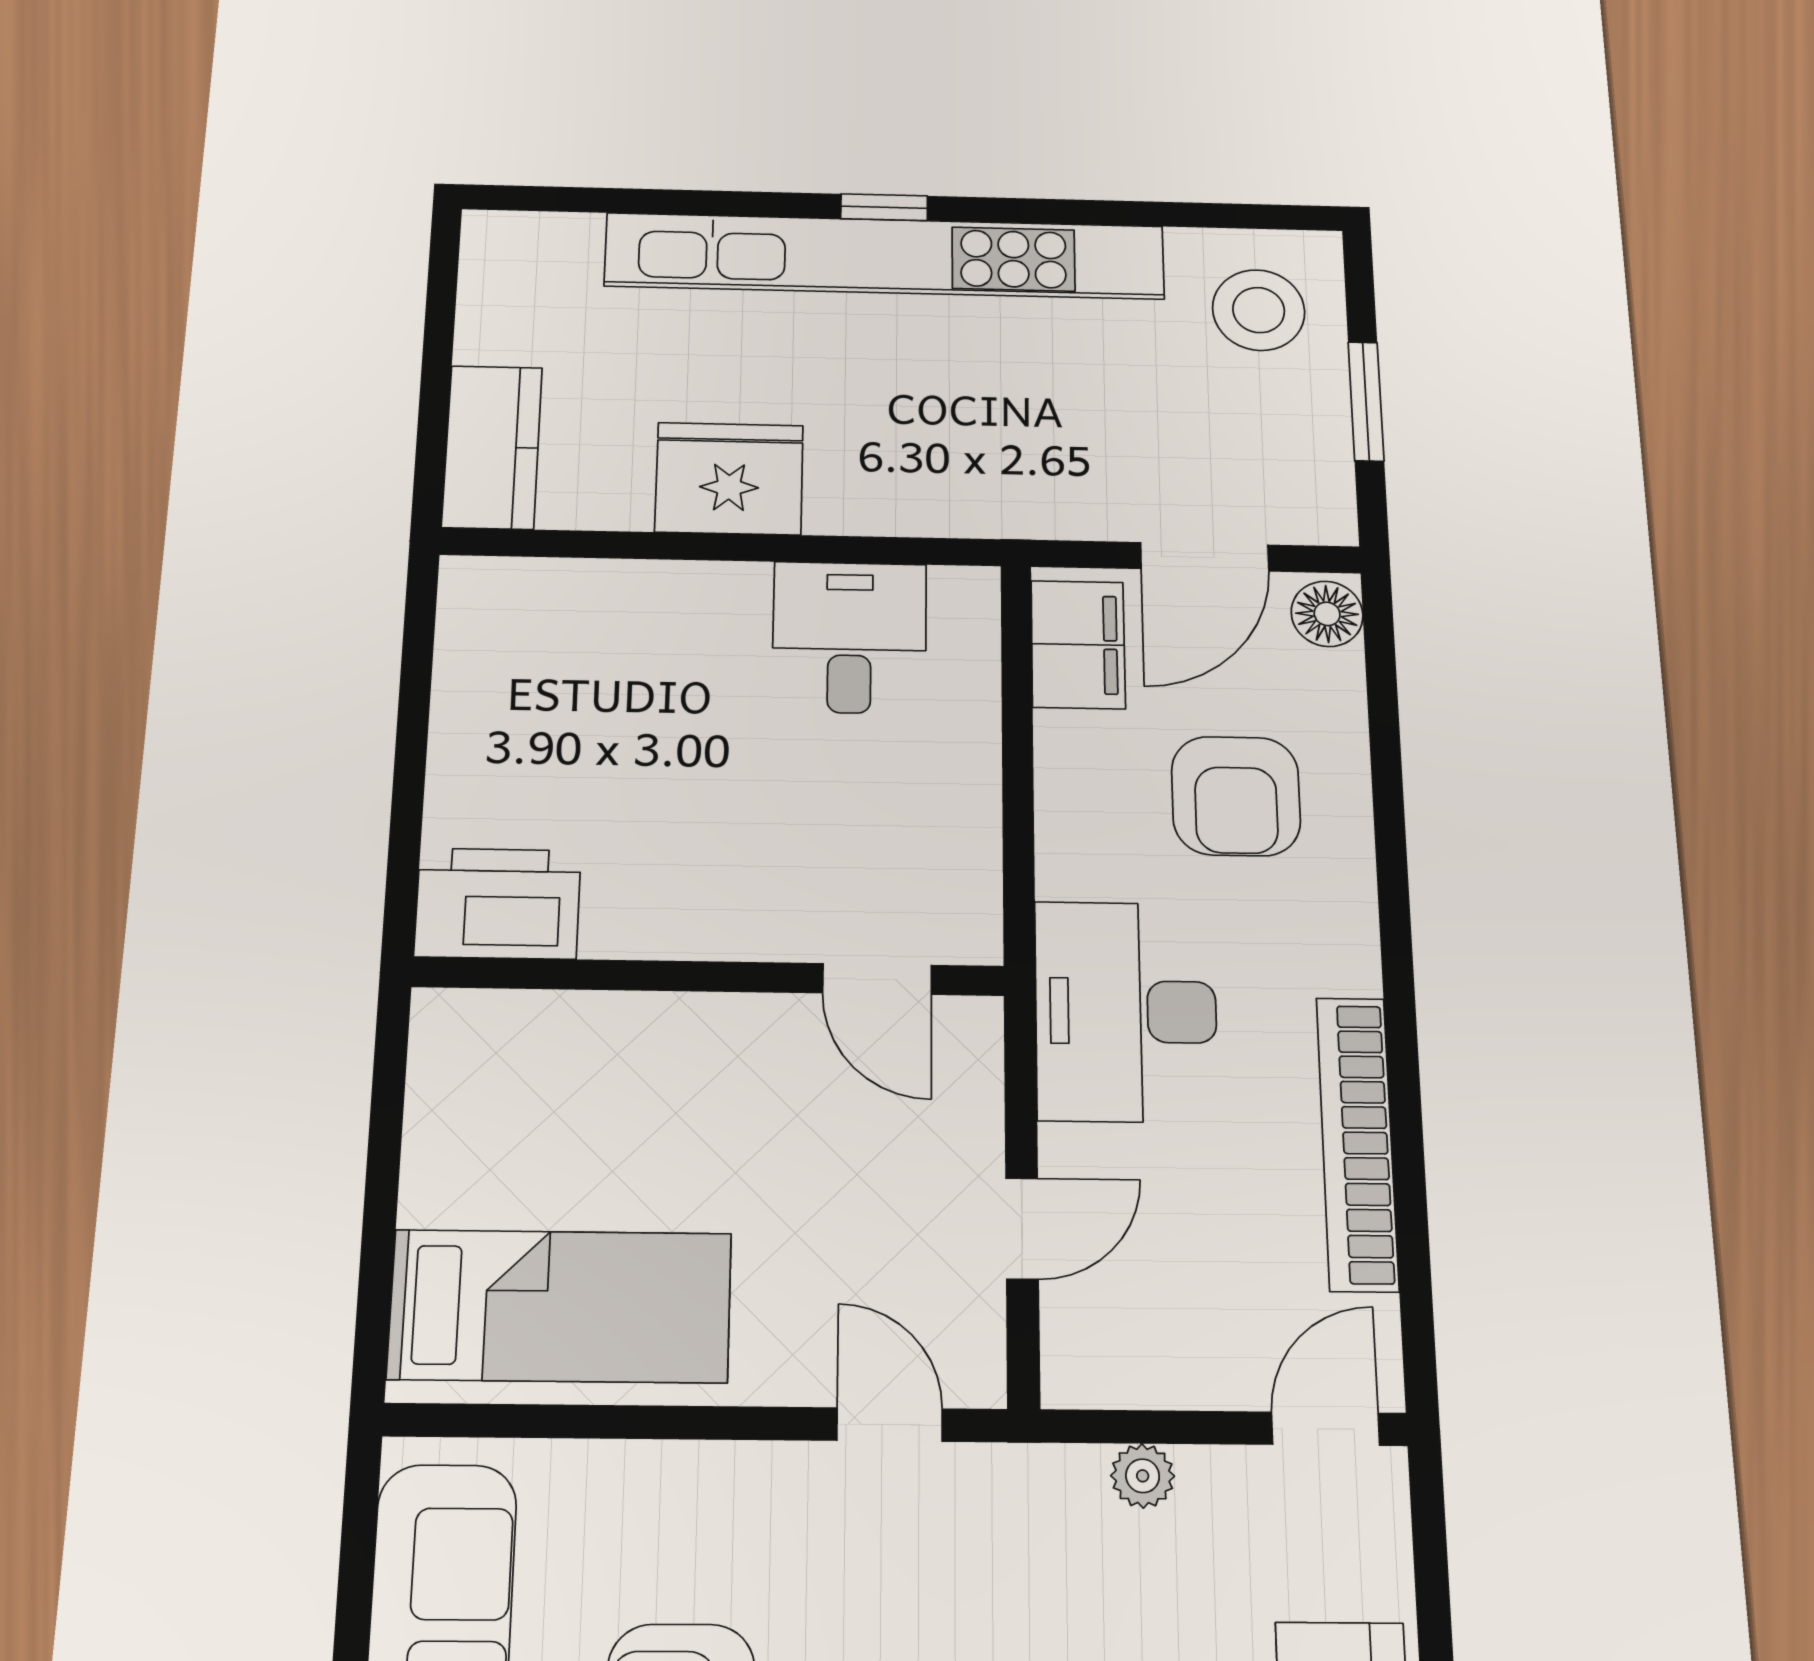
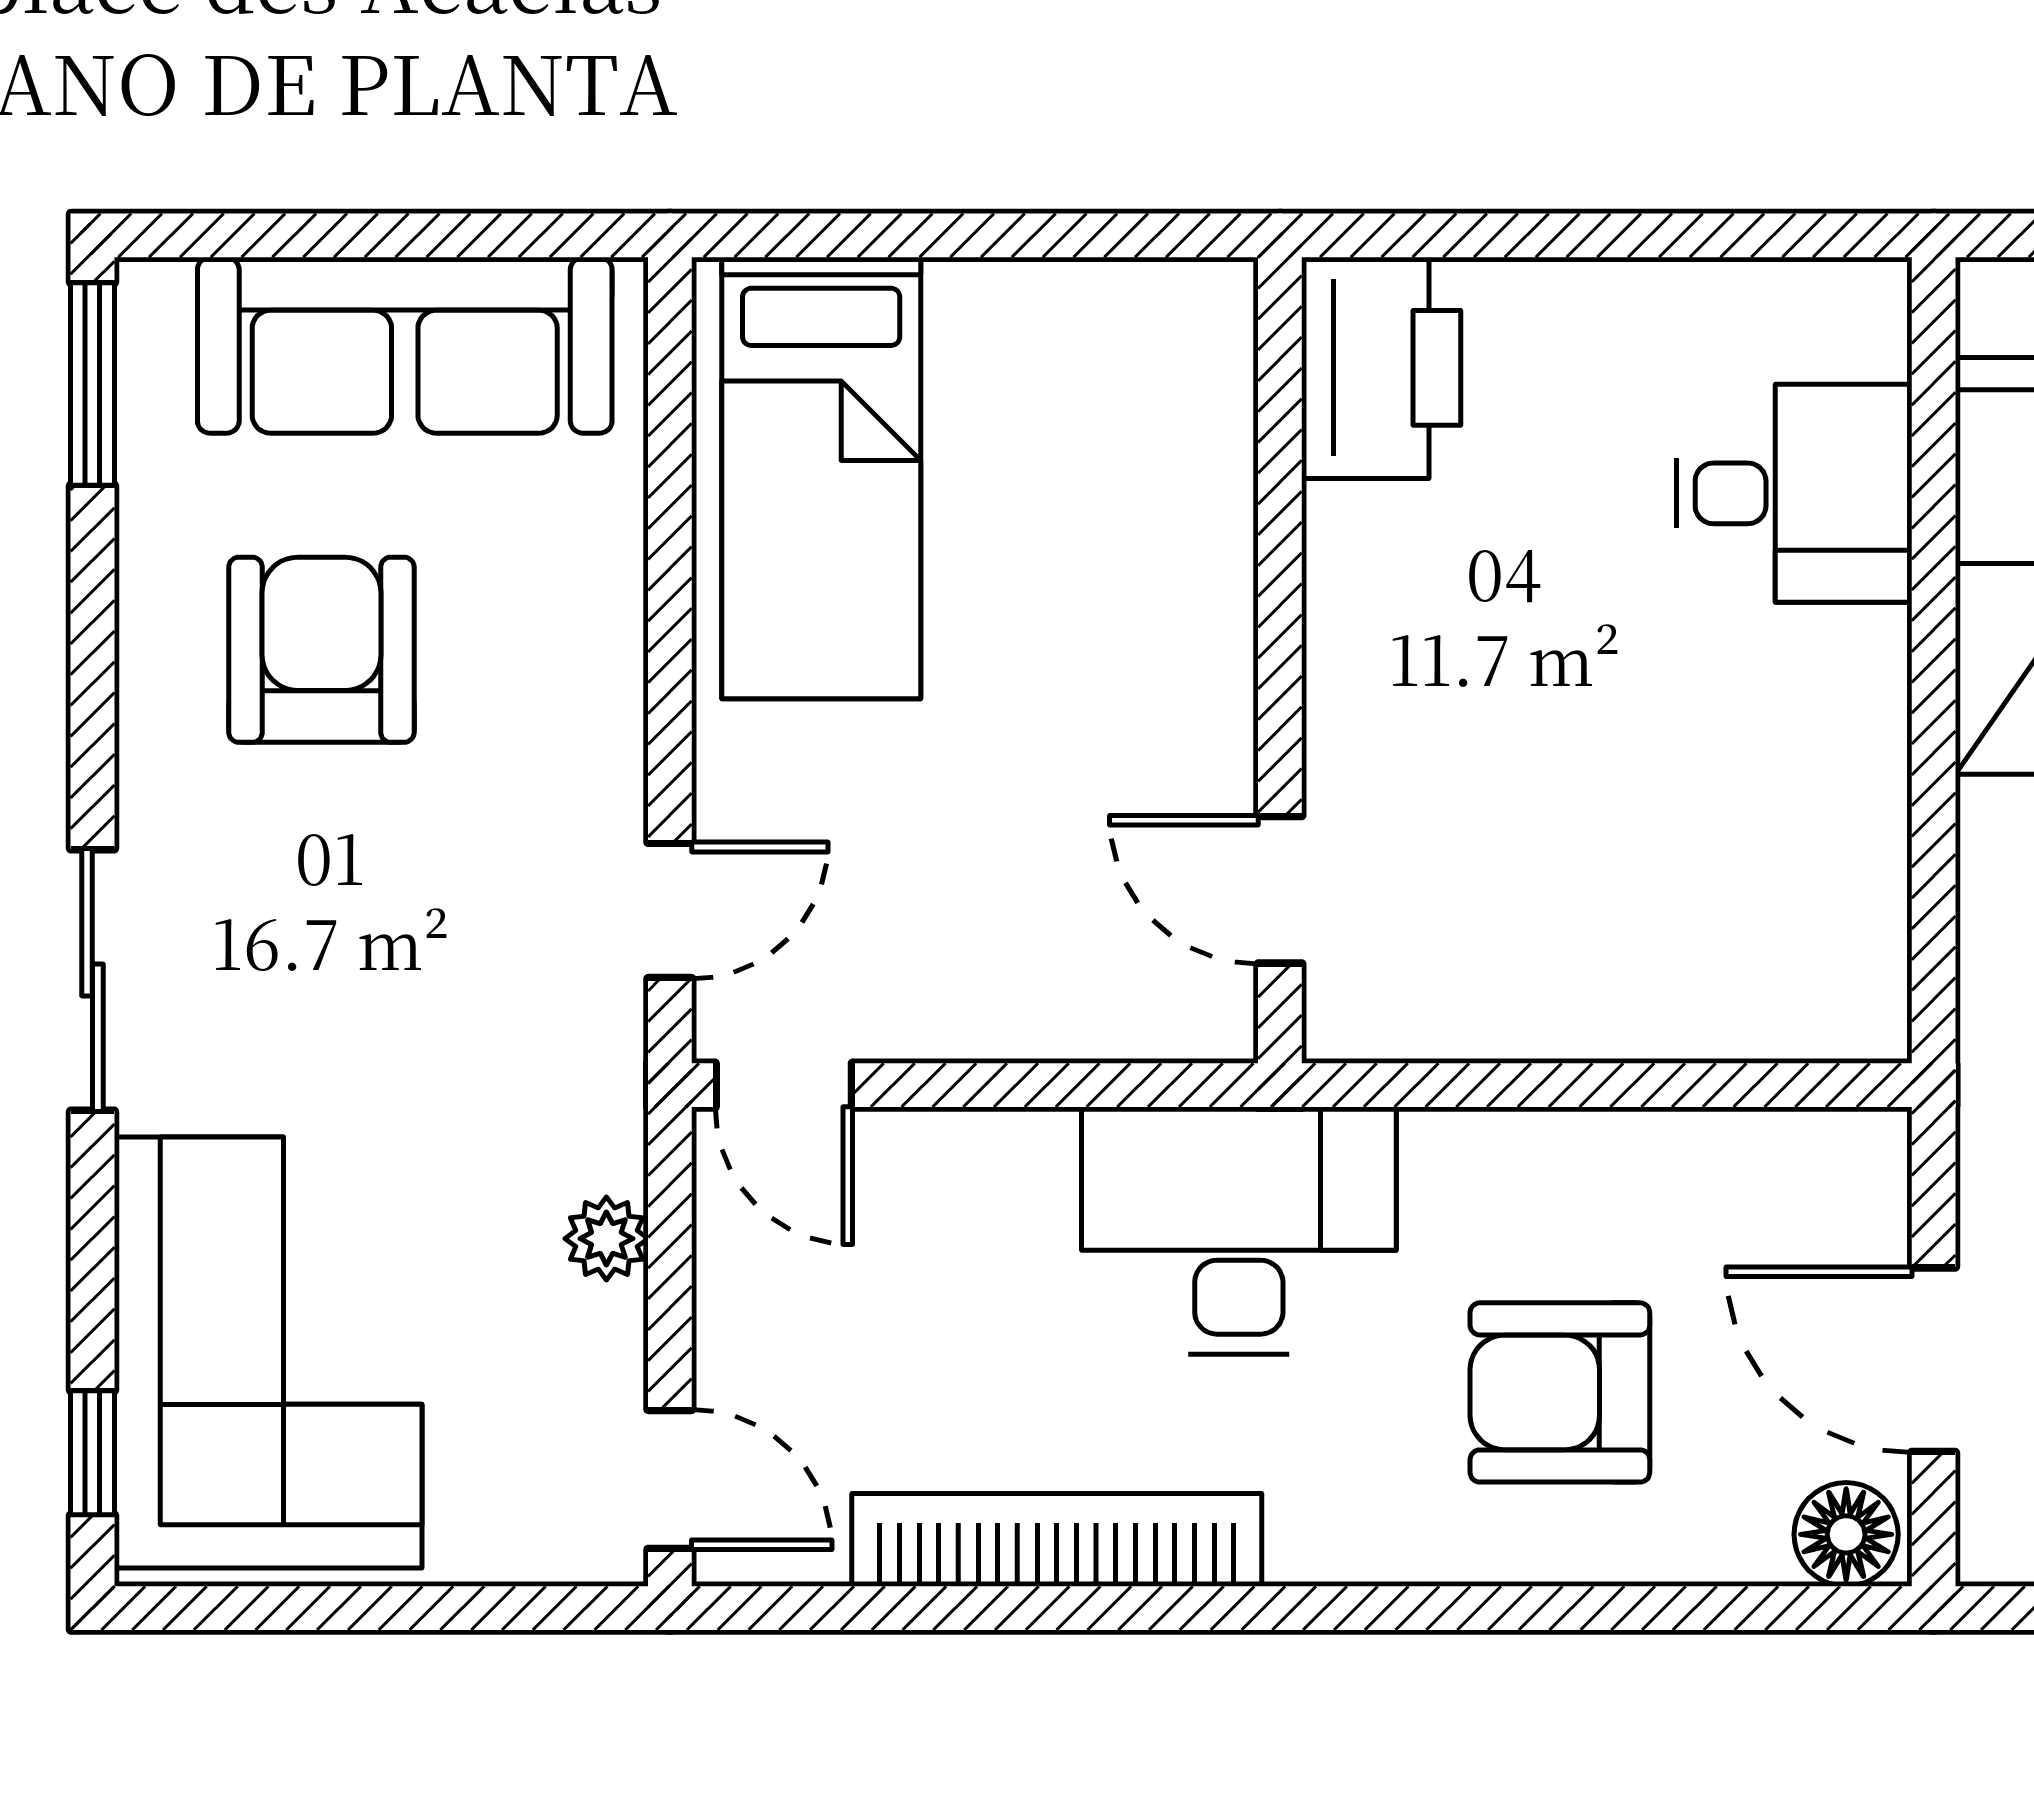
desk: (849, 637) -> (1794, 493), moved
filing cabinet: (1078, 644) -> (1790, 1173), removed
door: (877, 979) -> (1280, 890), hinge flipped
door: (1022, 1228) -> (784, 1085), moved

